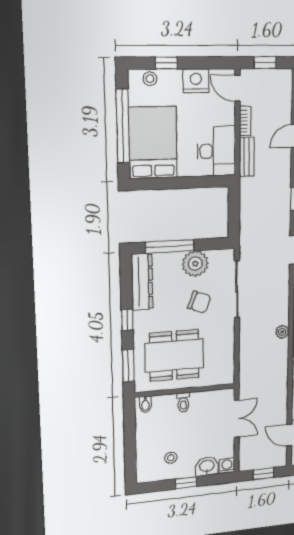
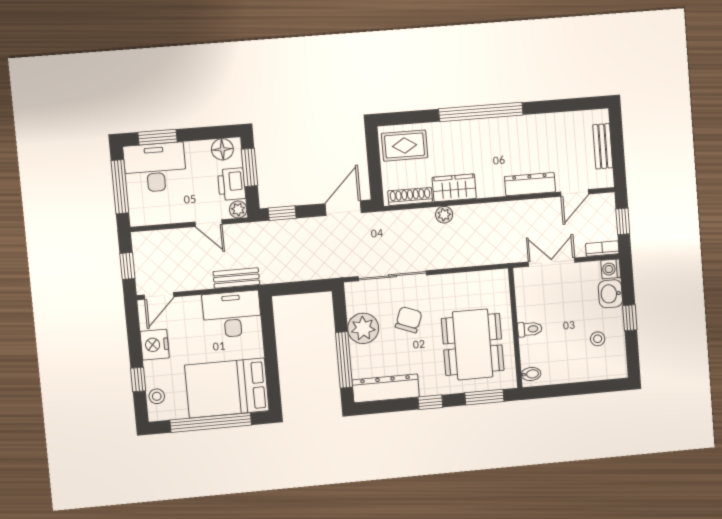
bookcase: (245, 121) -> (602, 249), moved

